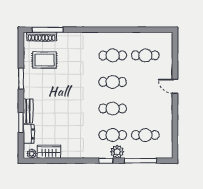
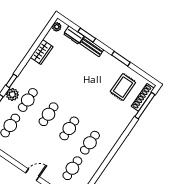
wardrobe: (49, 152) -> (42, 52), moved

